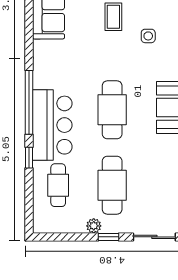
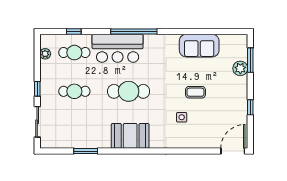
window: (29, 158) -> (74, 32), moved
cafe table: (112, 185) -> (74, 91), width x0.73, depth x0.74
plant: (94, 226) -> (45, 54), moved

